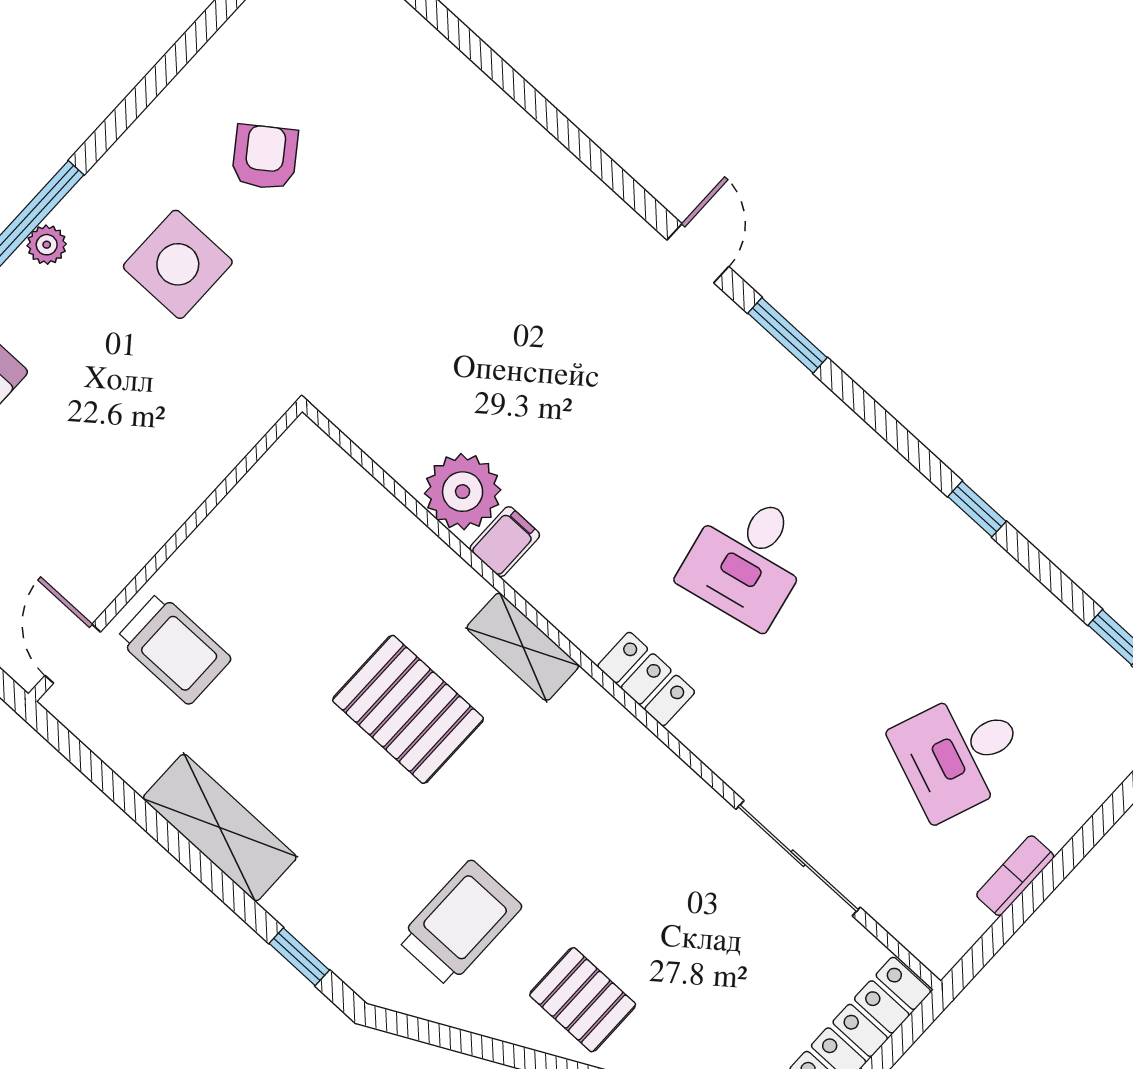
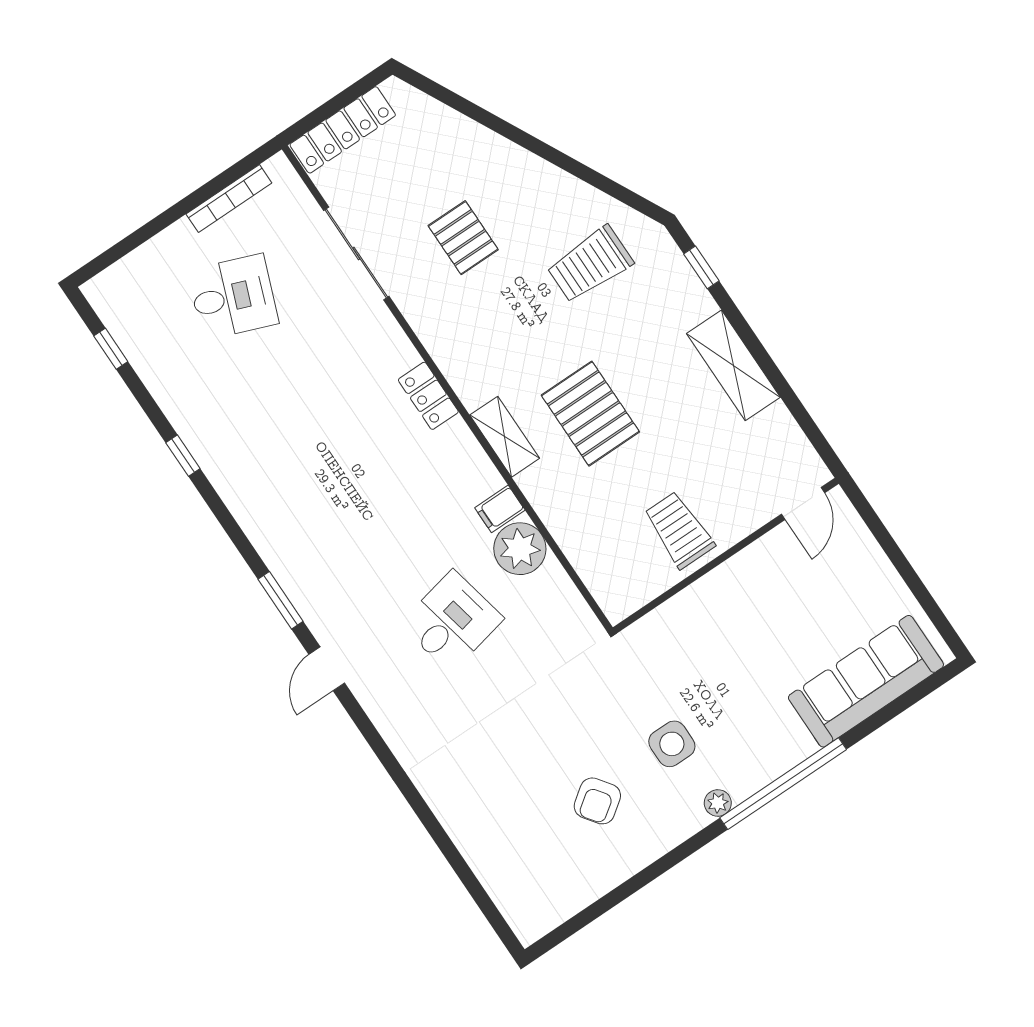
plant: (47, 245) -> (718, 803), moved
side table: (178, 264) -> (672, 744), width x0.73, depth x0.73
desk: (747, 559) -> (452, 621), moved
trolley: (174, 649) -> (679, 530), moved
bookcase: (1015, 876) -> (229, 199), width x1.56
pallet: (583, 1000) -> (463, 238), moved

